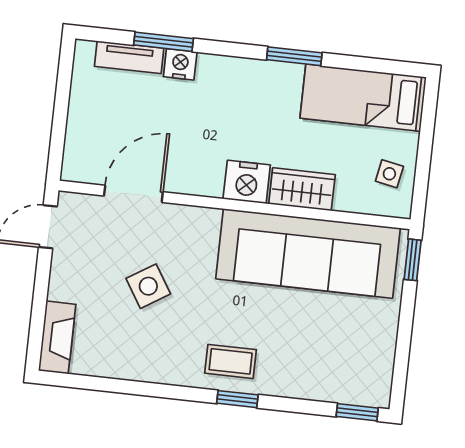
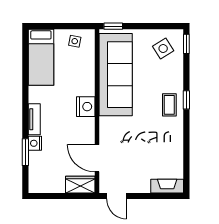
window: (294, 56) -> (25, 91), removed
tv unit: (129, 57) -> (34, 119), moved
wardrobe: (302, 189) -> (80, 185), moved, turned 90
side table: (148, 286) -> (163, 49), moved

